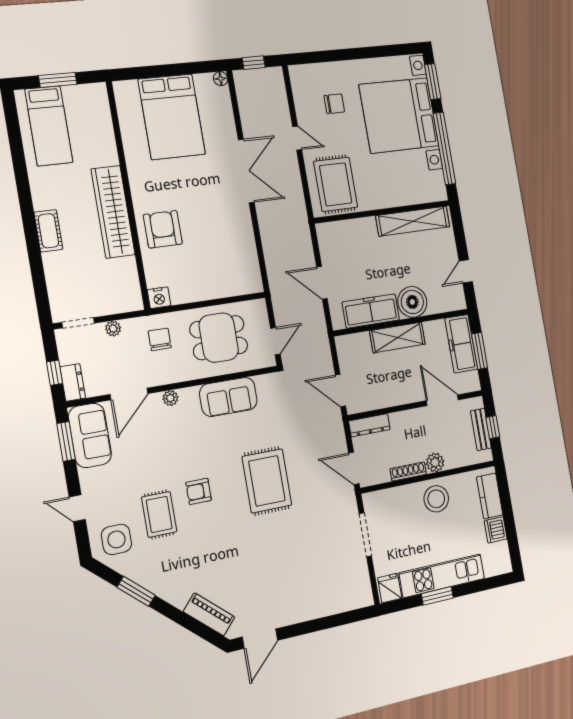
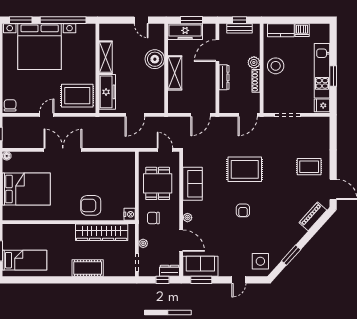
chair: (334, 104) -> (10, 105), moved
wardrobe: (113, 212) -> (102, 232), moved
shelving: (413, 221) -> (106, 57), width x0.68
cot: (48, 231) -> (88, 268), width x1.37, depth x1.34
freezer: (371, 311) -> (107, 92), moved, turned 180
dresser: (369, 425) -> (224, 77), moved
rug: (159, 514) -> (309, 167), moved

